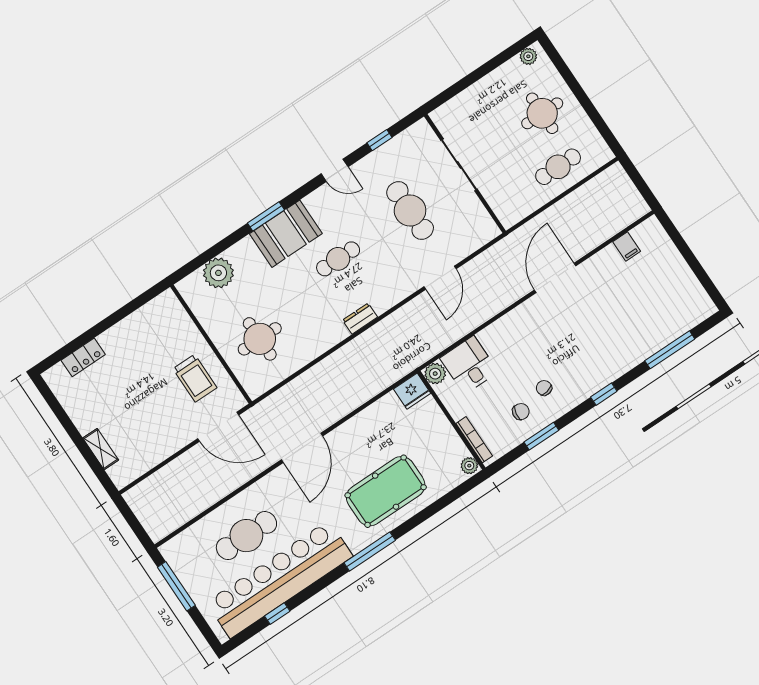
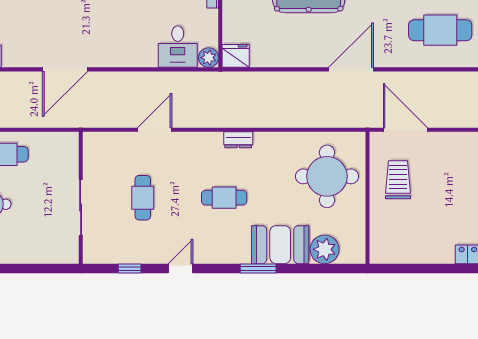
door: (335, 170) -> (180, 268), hinge flipped
cafe table: (410, 211) -> (143, 198), width x0.73, depth x0.74
booth: (286, 234) -> (280, 245), moved
round table: (260, 339) -> (327, 176), width x1.36, depth x1.36

